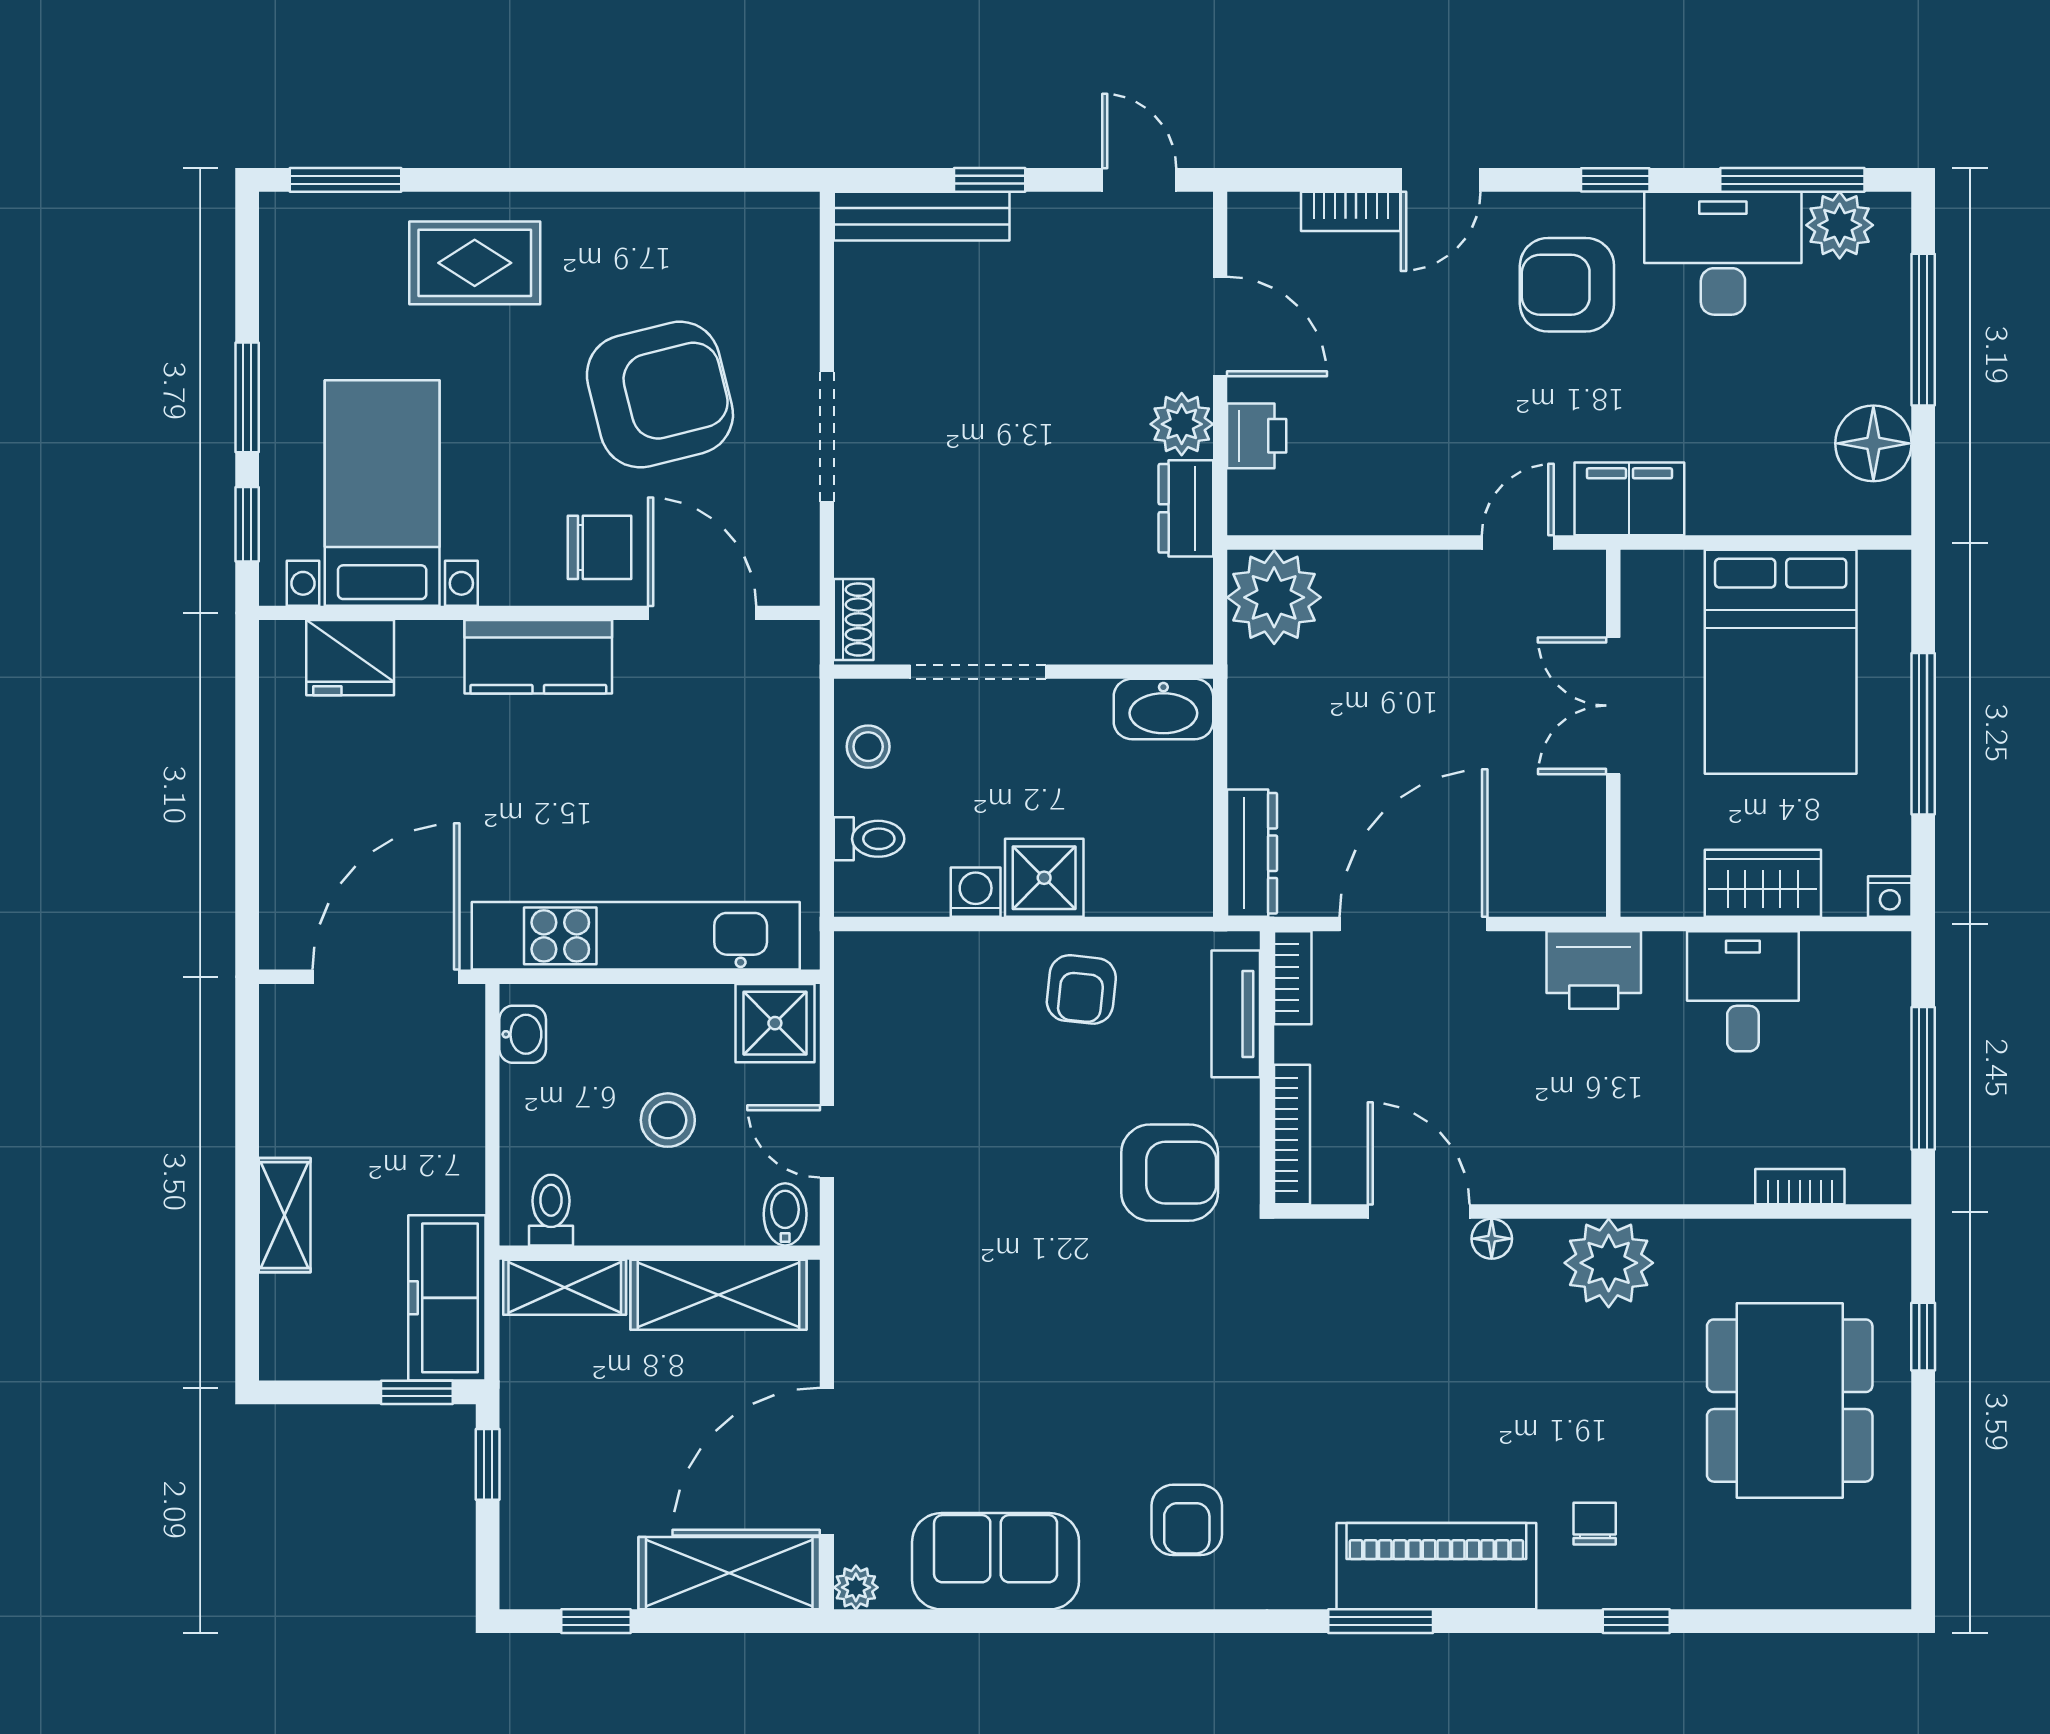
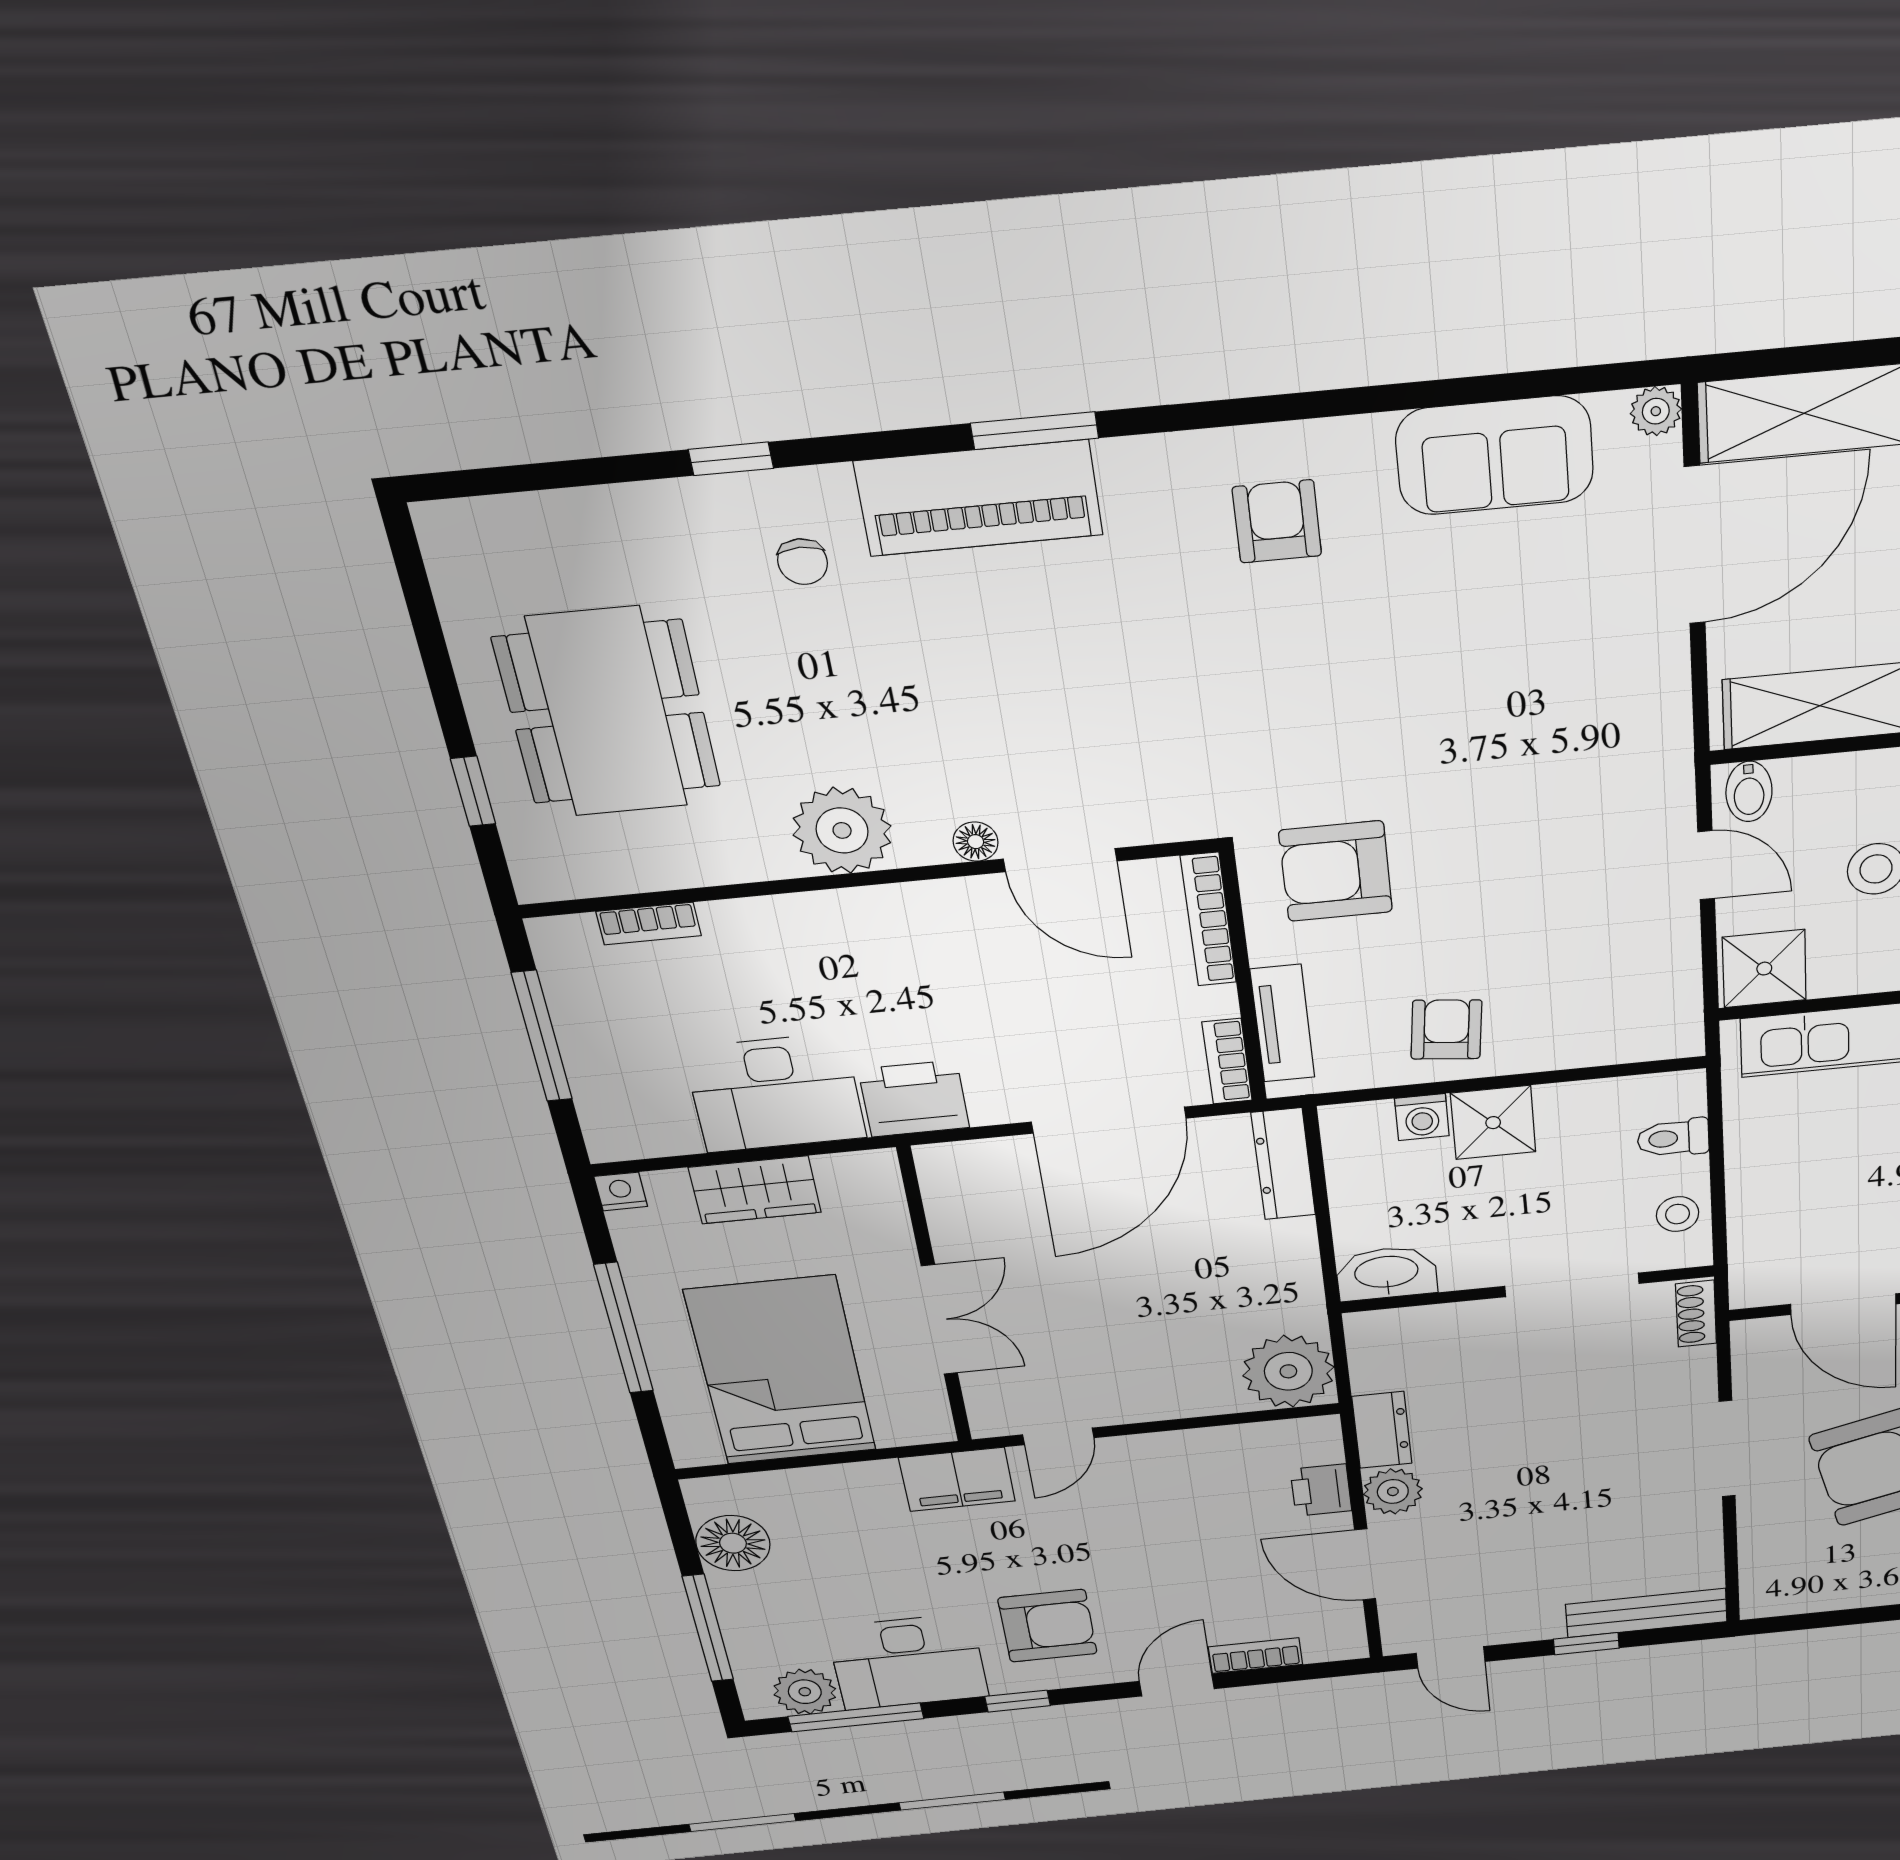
washing machine: (976, 892) -> (1422, 1117), moved
desk: (1743, 991) -> (775, 1093), width x1.37

